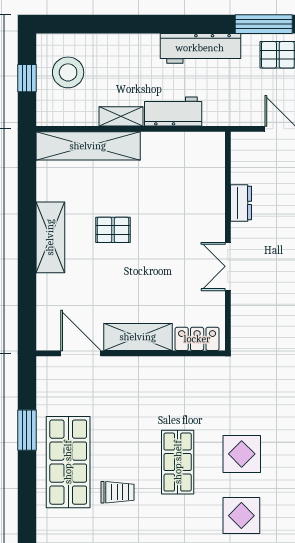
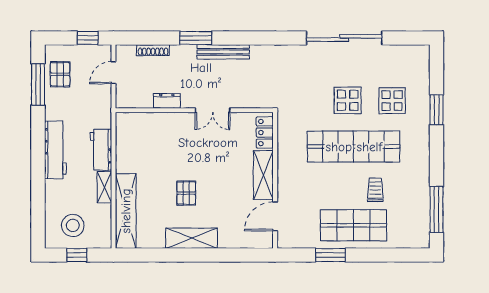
workbench: (200, 48) -> (55, 150), moved
shop shelf: (178, 462) -> (354, 147), width x2.00, depth x1.36

